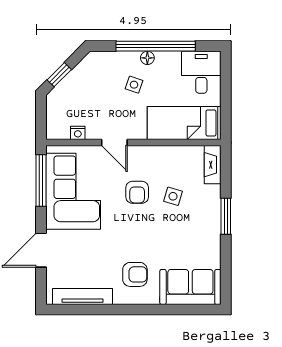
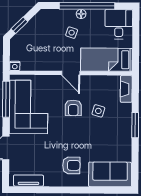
nightstand: (78, 133) -> (15, 66), moved
door: (114, 142) -> (71, 73), moved
tv unit: (83, 297) -> (28, 181), width x0.71

